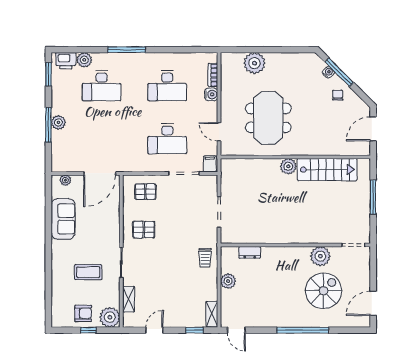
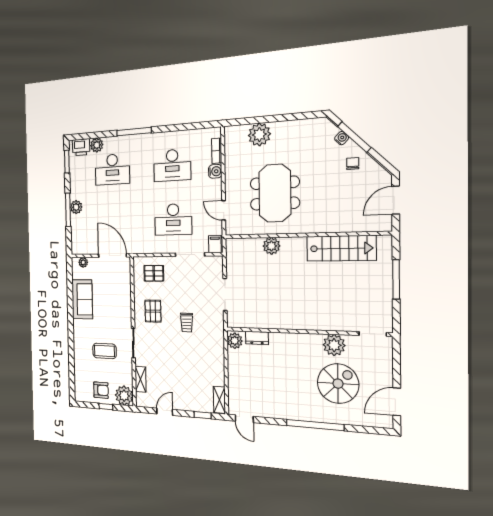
plant: (288, 166) -> (271, 246), moved
door: (100, 173) -> (112, 256), swing flipped
pallet: (144, 230) -> (153, 311), turned 90
trolley: (205, 258) -> (187, 322), moved
plant: (228, 281) -> (235, 341), moved

